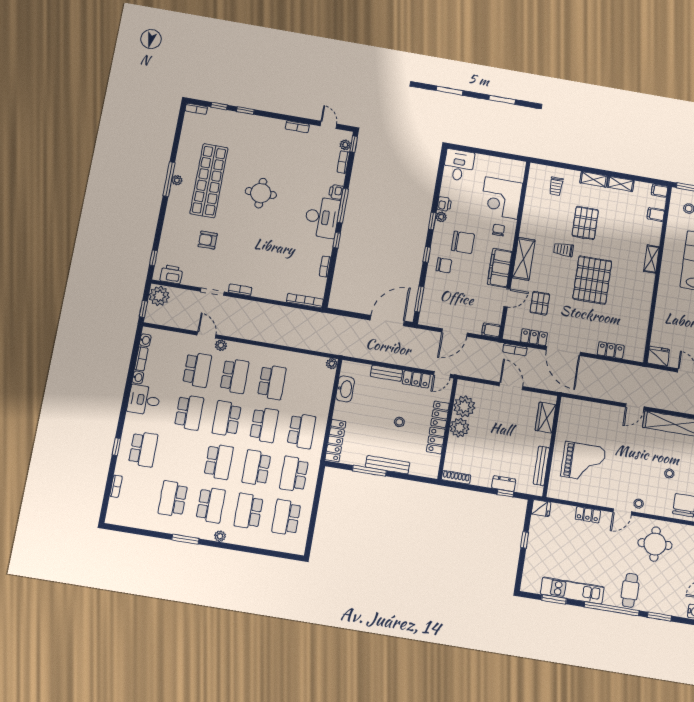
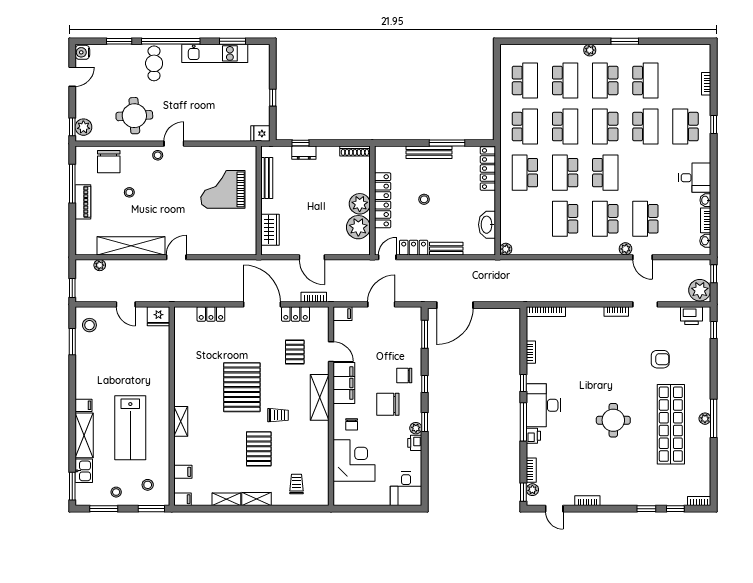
door: (507, 298) -> (331, 352), swing flipped
school desk: (189, 412) -> (645, 127), moved, turned 180
locker: (588, 515) -> (210, 135), removed

